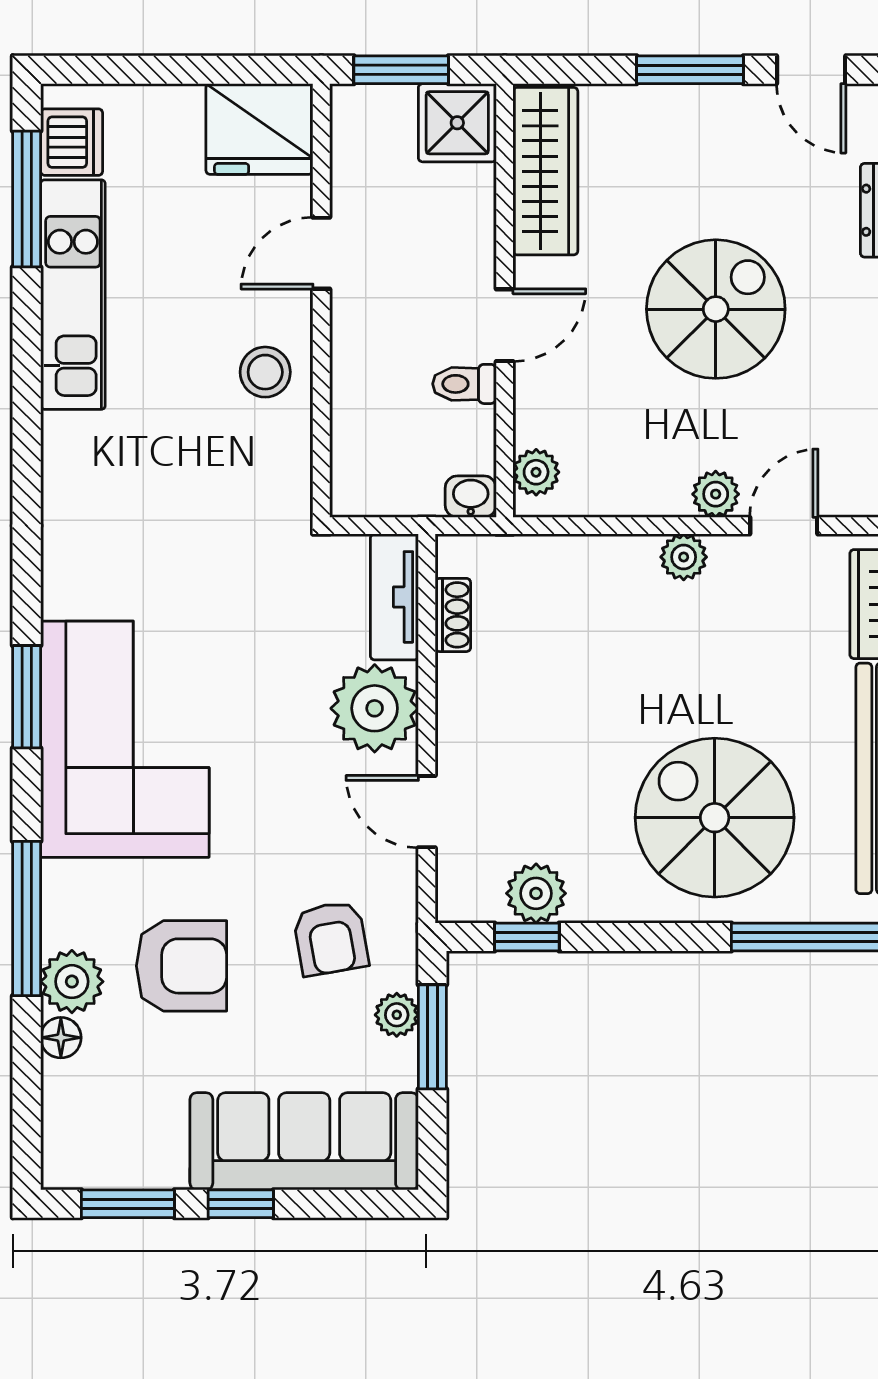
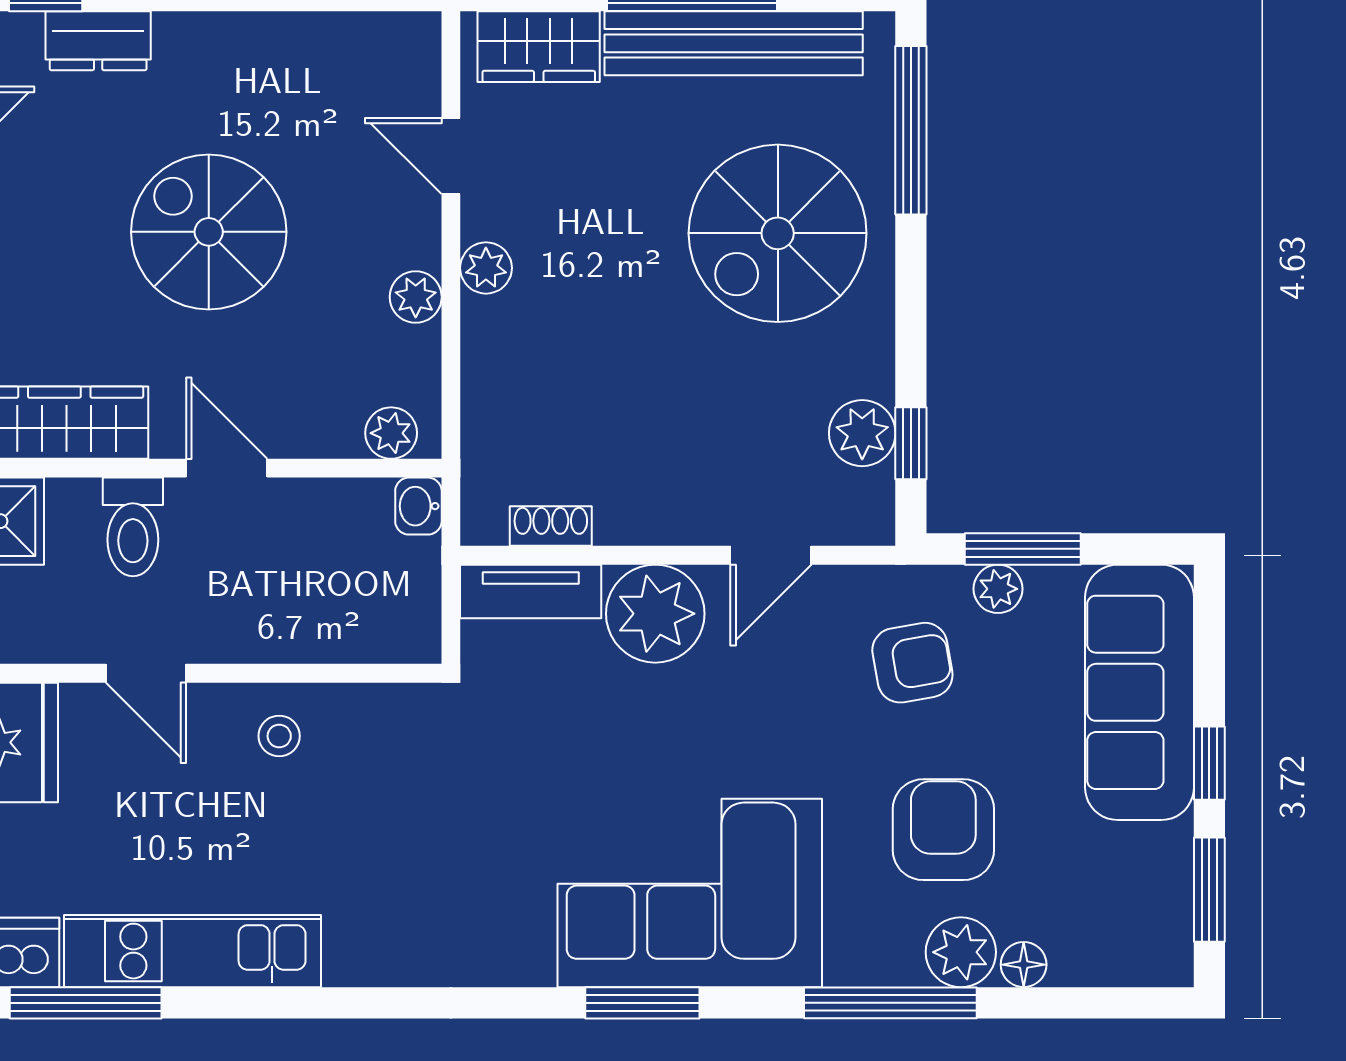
stool: (265, 372) -> (279, 736), width x0.73, depth x0.73
toilet: (464, 384) -> (133, 527), moved, width x1.37, depth x1.39
plant: (716, 494) -> (416, 297), moved

